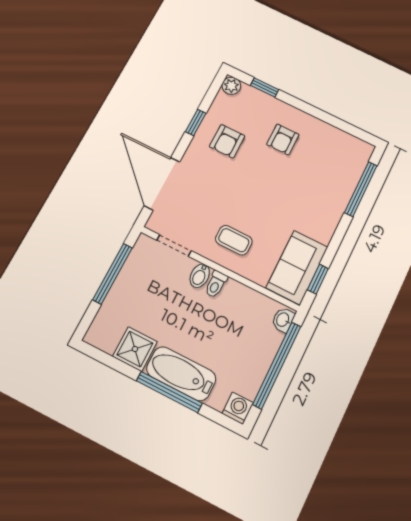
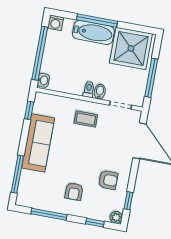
window: (329, 119) -> (49, 214), added
window: (196, 122) -> (128, 201), moved
armchair: (283, 139) -> (74, 192), turned 180
armchair: (227, 141) -> (108, 180), turned 90
sofa: (297, 267) -> (38, 143), moved, width x1.36
shower: (135, 349) -> (131, 48), width x1.86, depth x1.86

